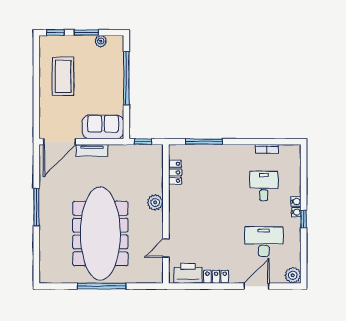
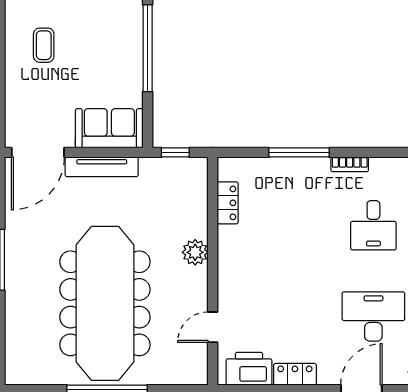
coffee table: (63, 76) -> (44, 45), width x0.54, depth x0.58
window: (204, 142) -> (299, 152), moved
bookcase: (267, 149) -> (350, 164), moved
tv unit: (92, 150) -> (102, 167), width x1.41
desk: (264, 186) -> (373, 225), turned 180

